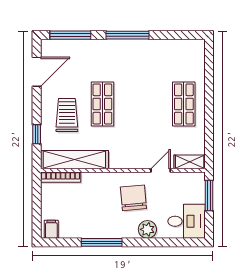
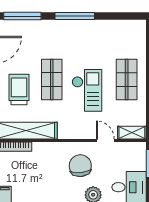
checkout: (141, 116) -> (87, 90), added
door: (161, 170) -> (105, 140), hinge flipped

